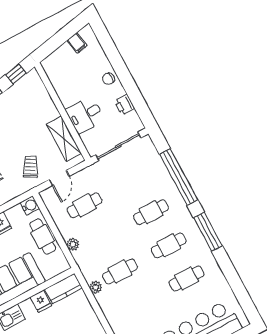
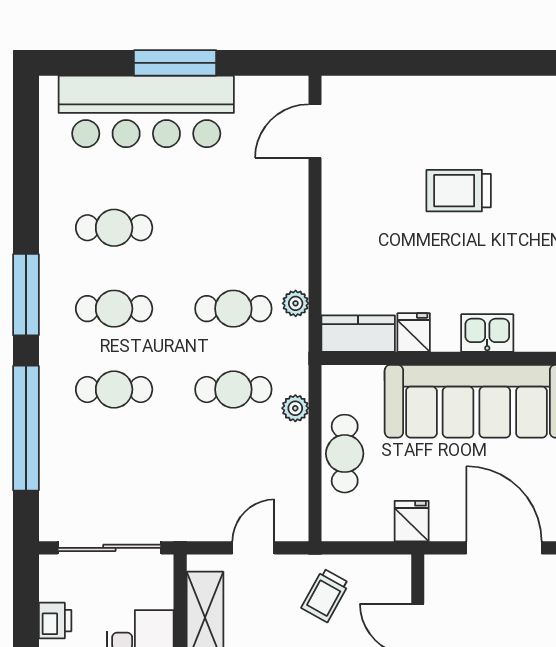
trolley: (30, 167) -> (325, 595), moved
cafe table: (84, 205) -> (233, 389), moved
water cooler: (30, 206) -> (337, 526), removed

